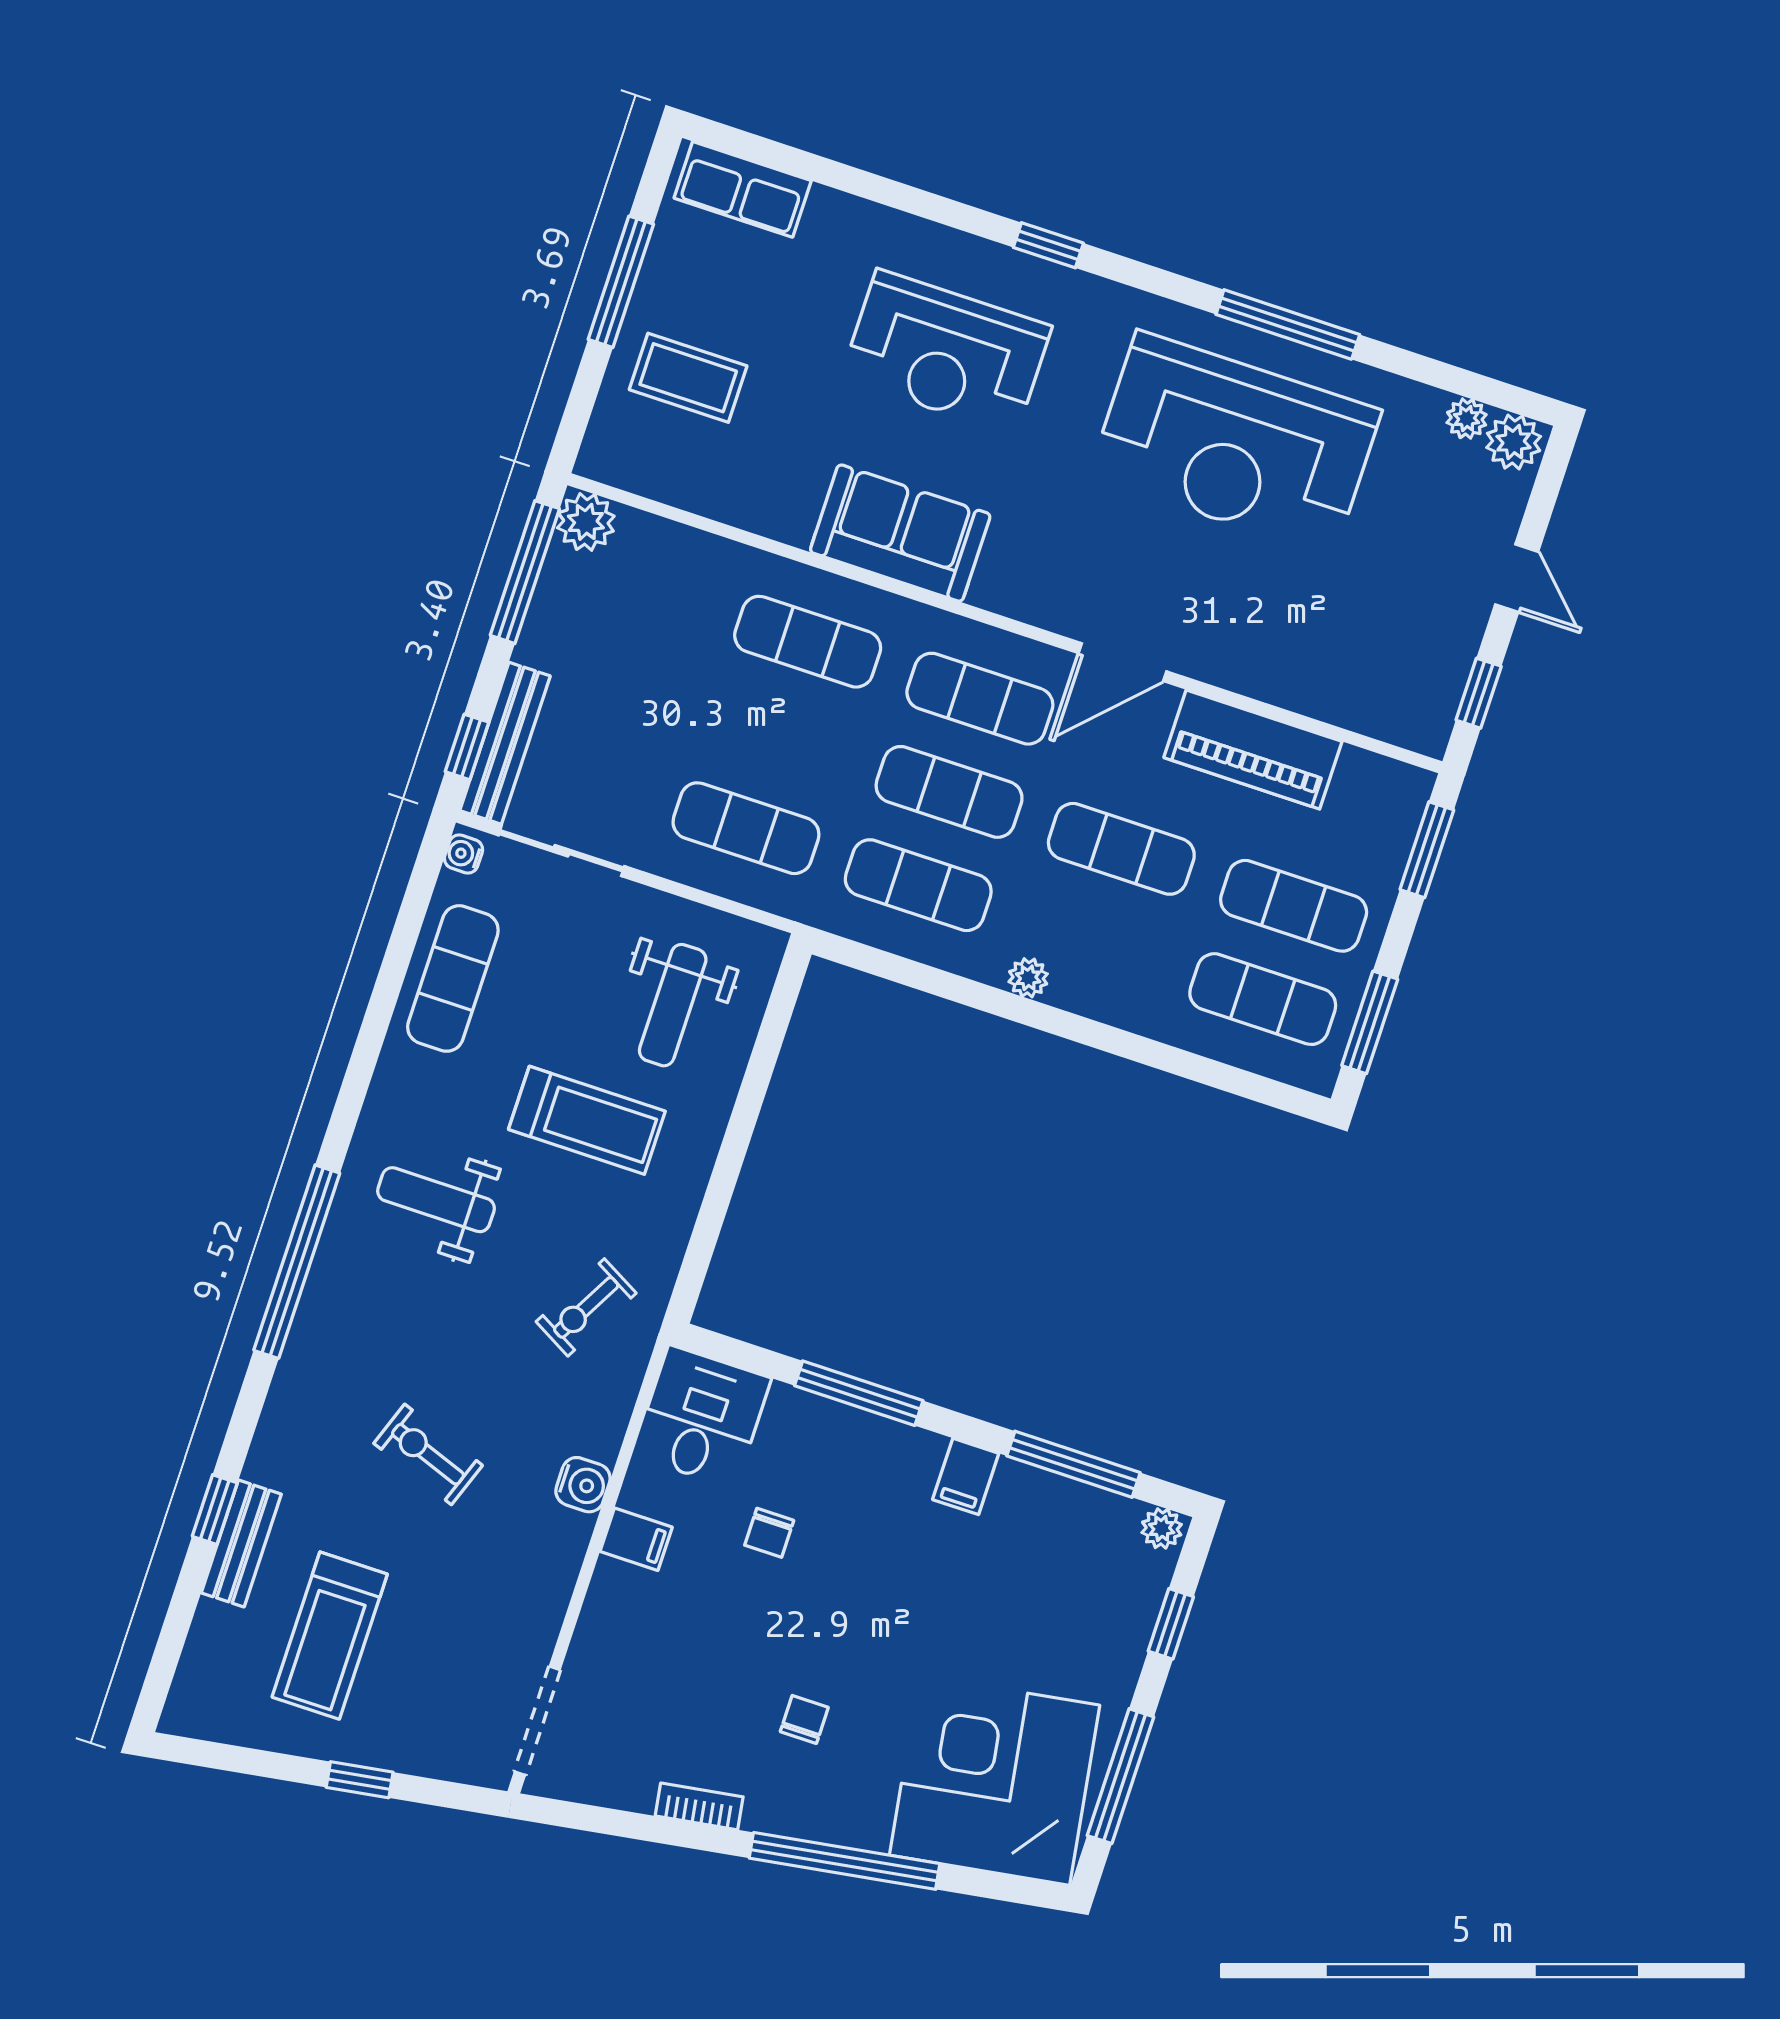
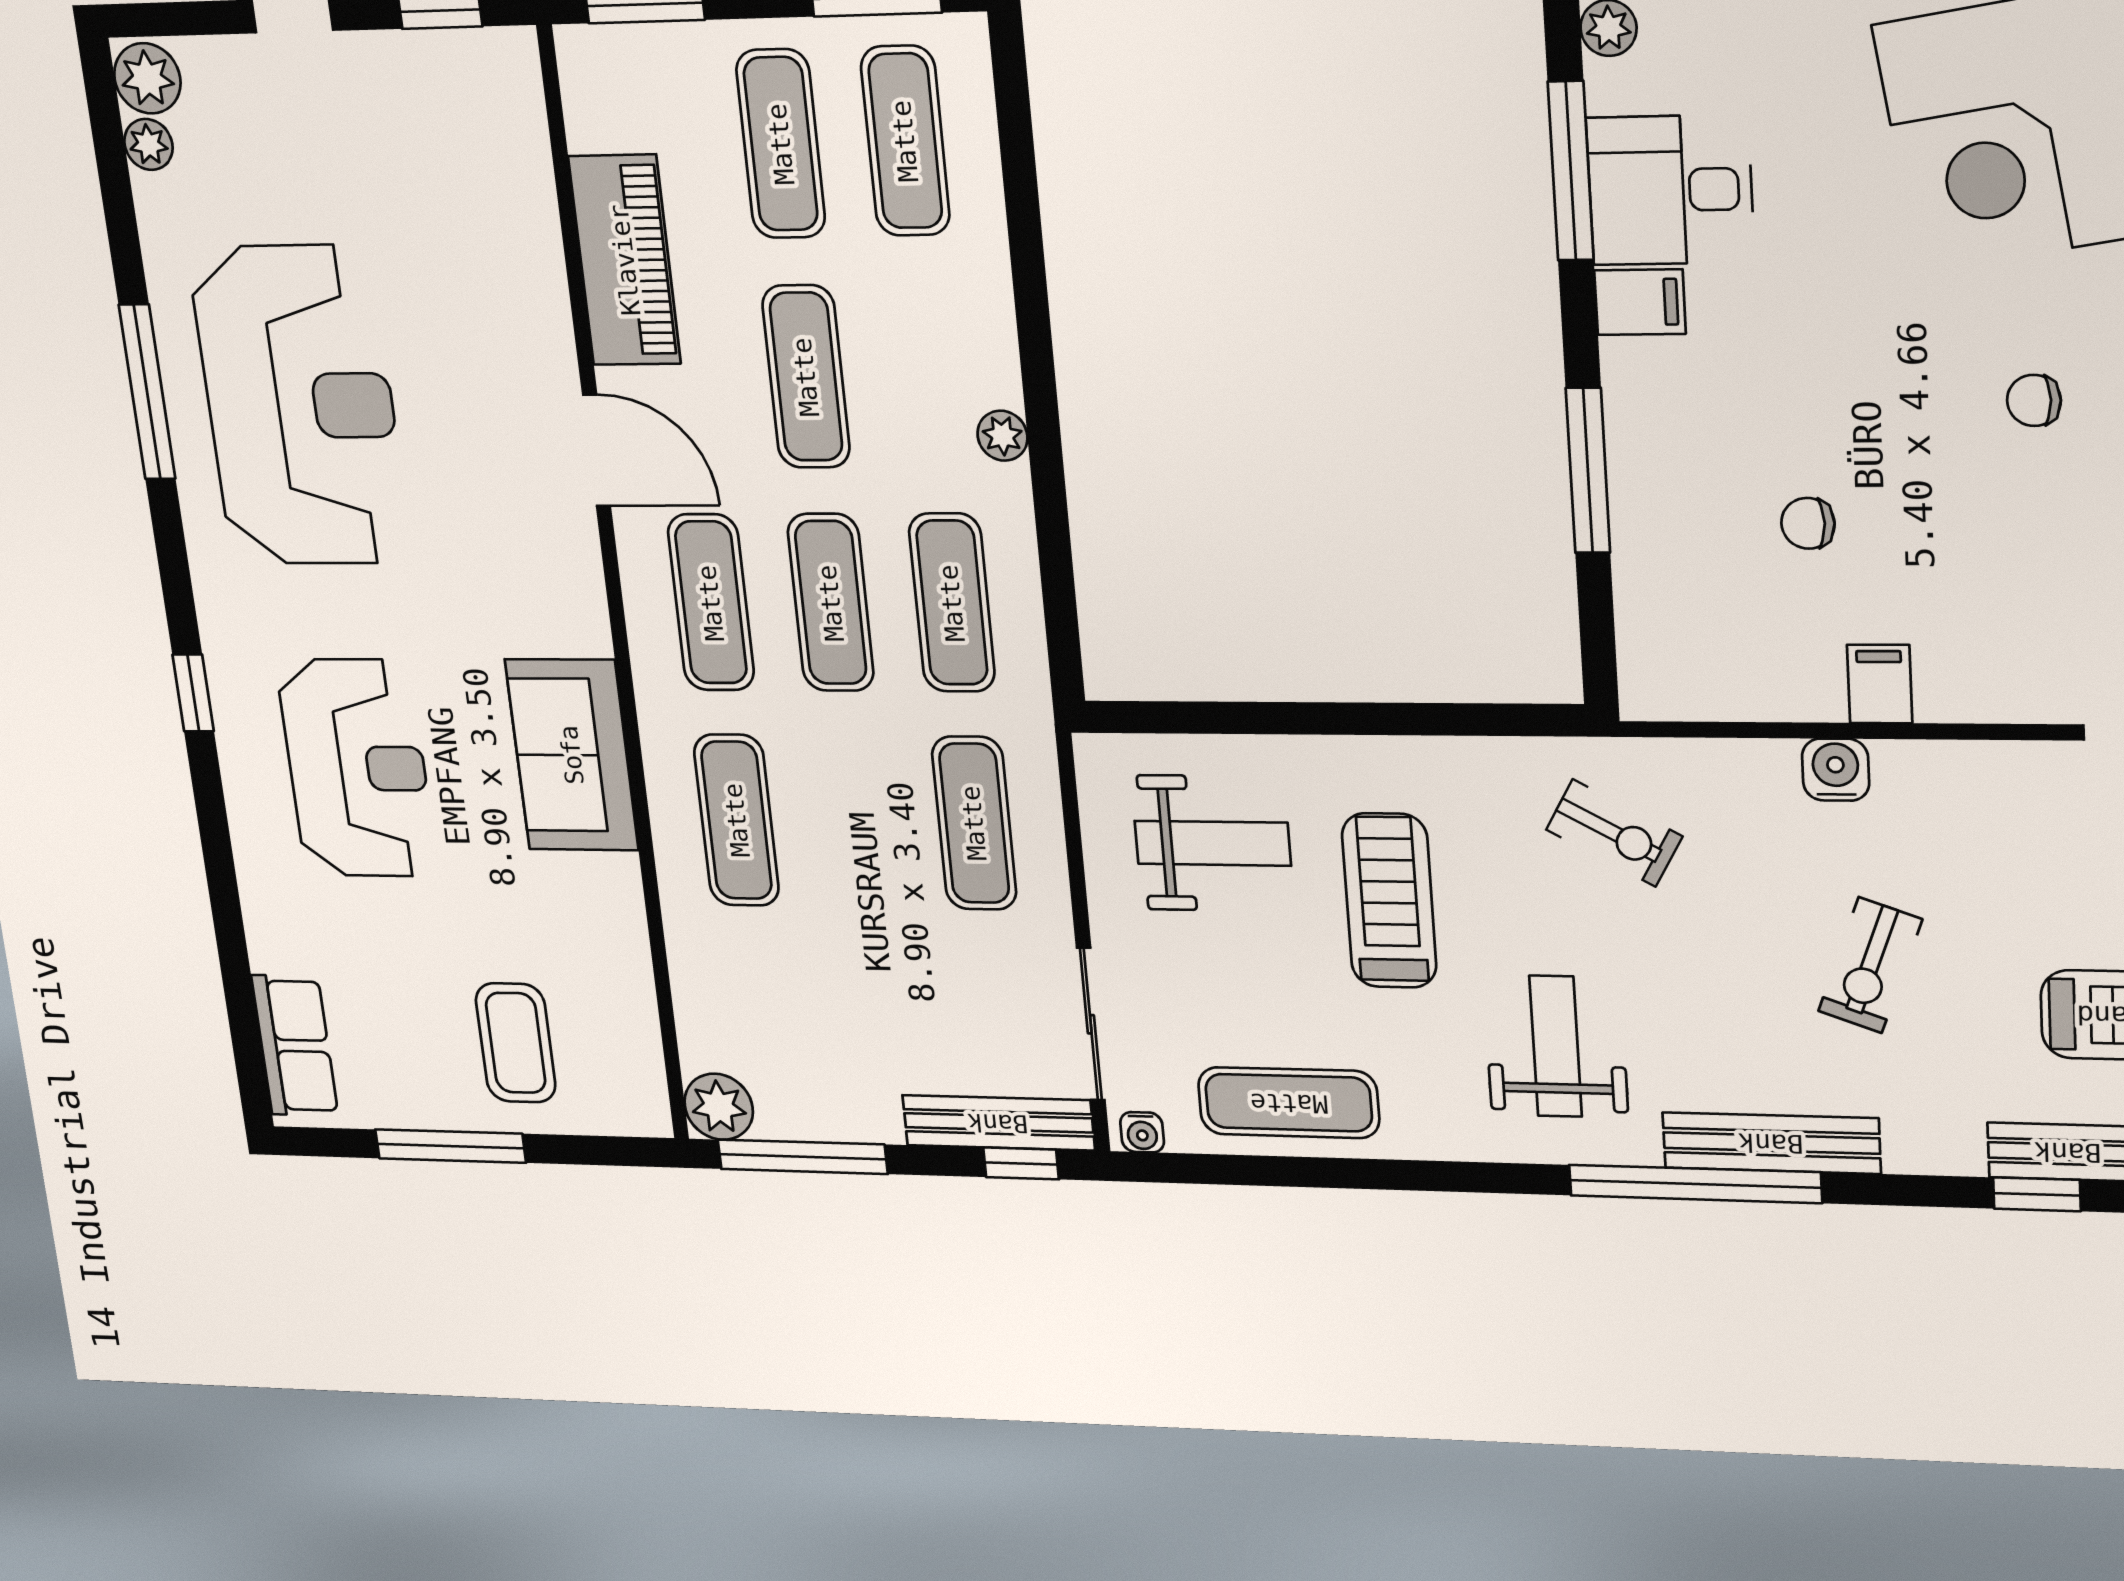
weight bench: (436, 1200) -> (1556, 1046), turned 180
bench: (312, 1331) -> (1771, 1143), added
desk: (702, 1417) -> (1670, 190), moved
chair: (769, 1533) -> (1808, 523), turned 180

